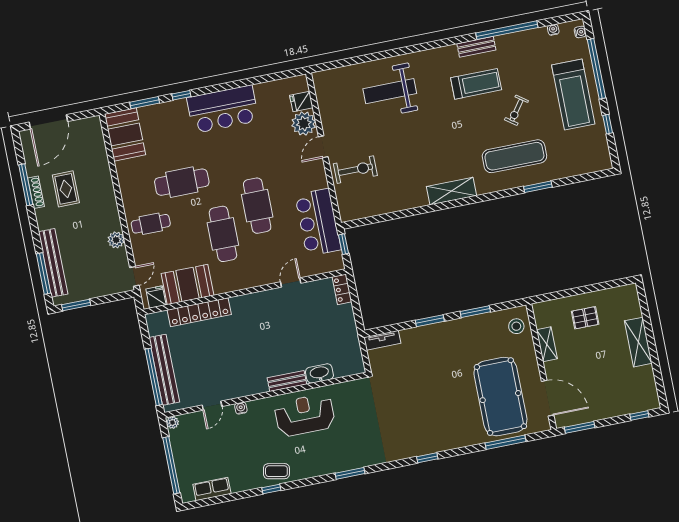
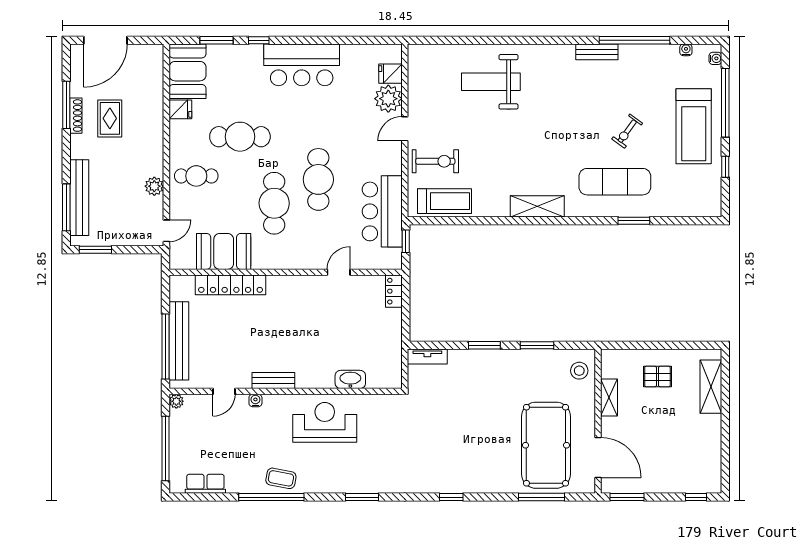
treadmill: (476, 84) -> (445, 201), moved
fridge: (156, 297) -> (180, 109), moved, turned 90
shelving: (638, 342) -> (711, 387), moved
bench: (287, 381) -> (273, 381), moved
window: (271, 489) -> (271, 497), width x3.17

